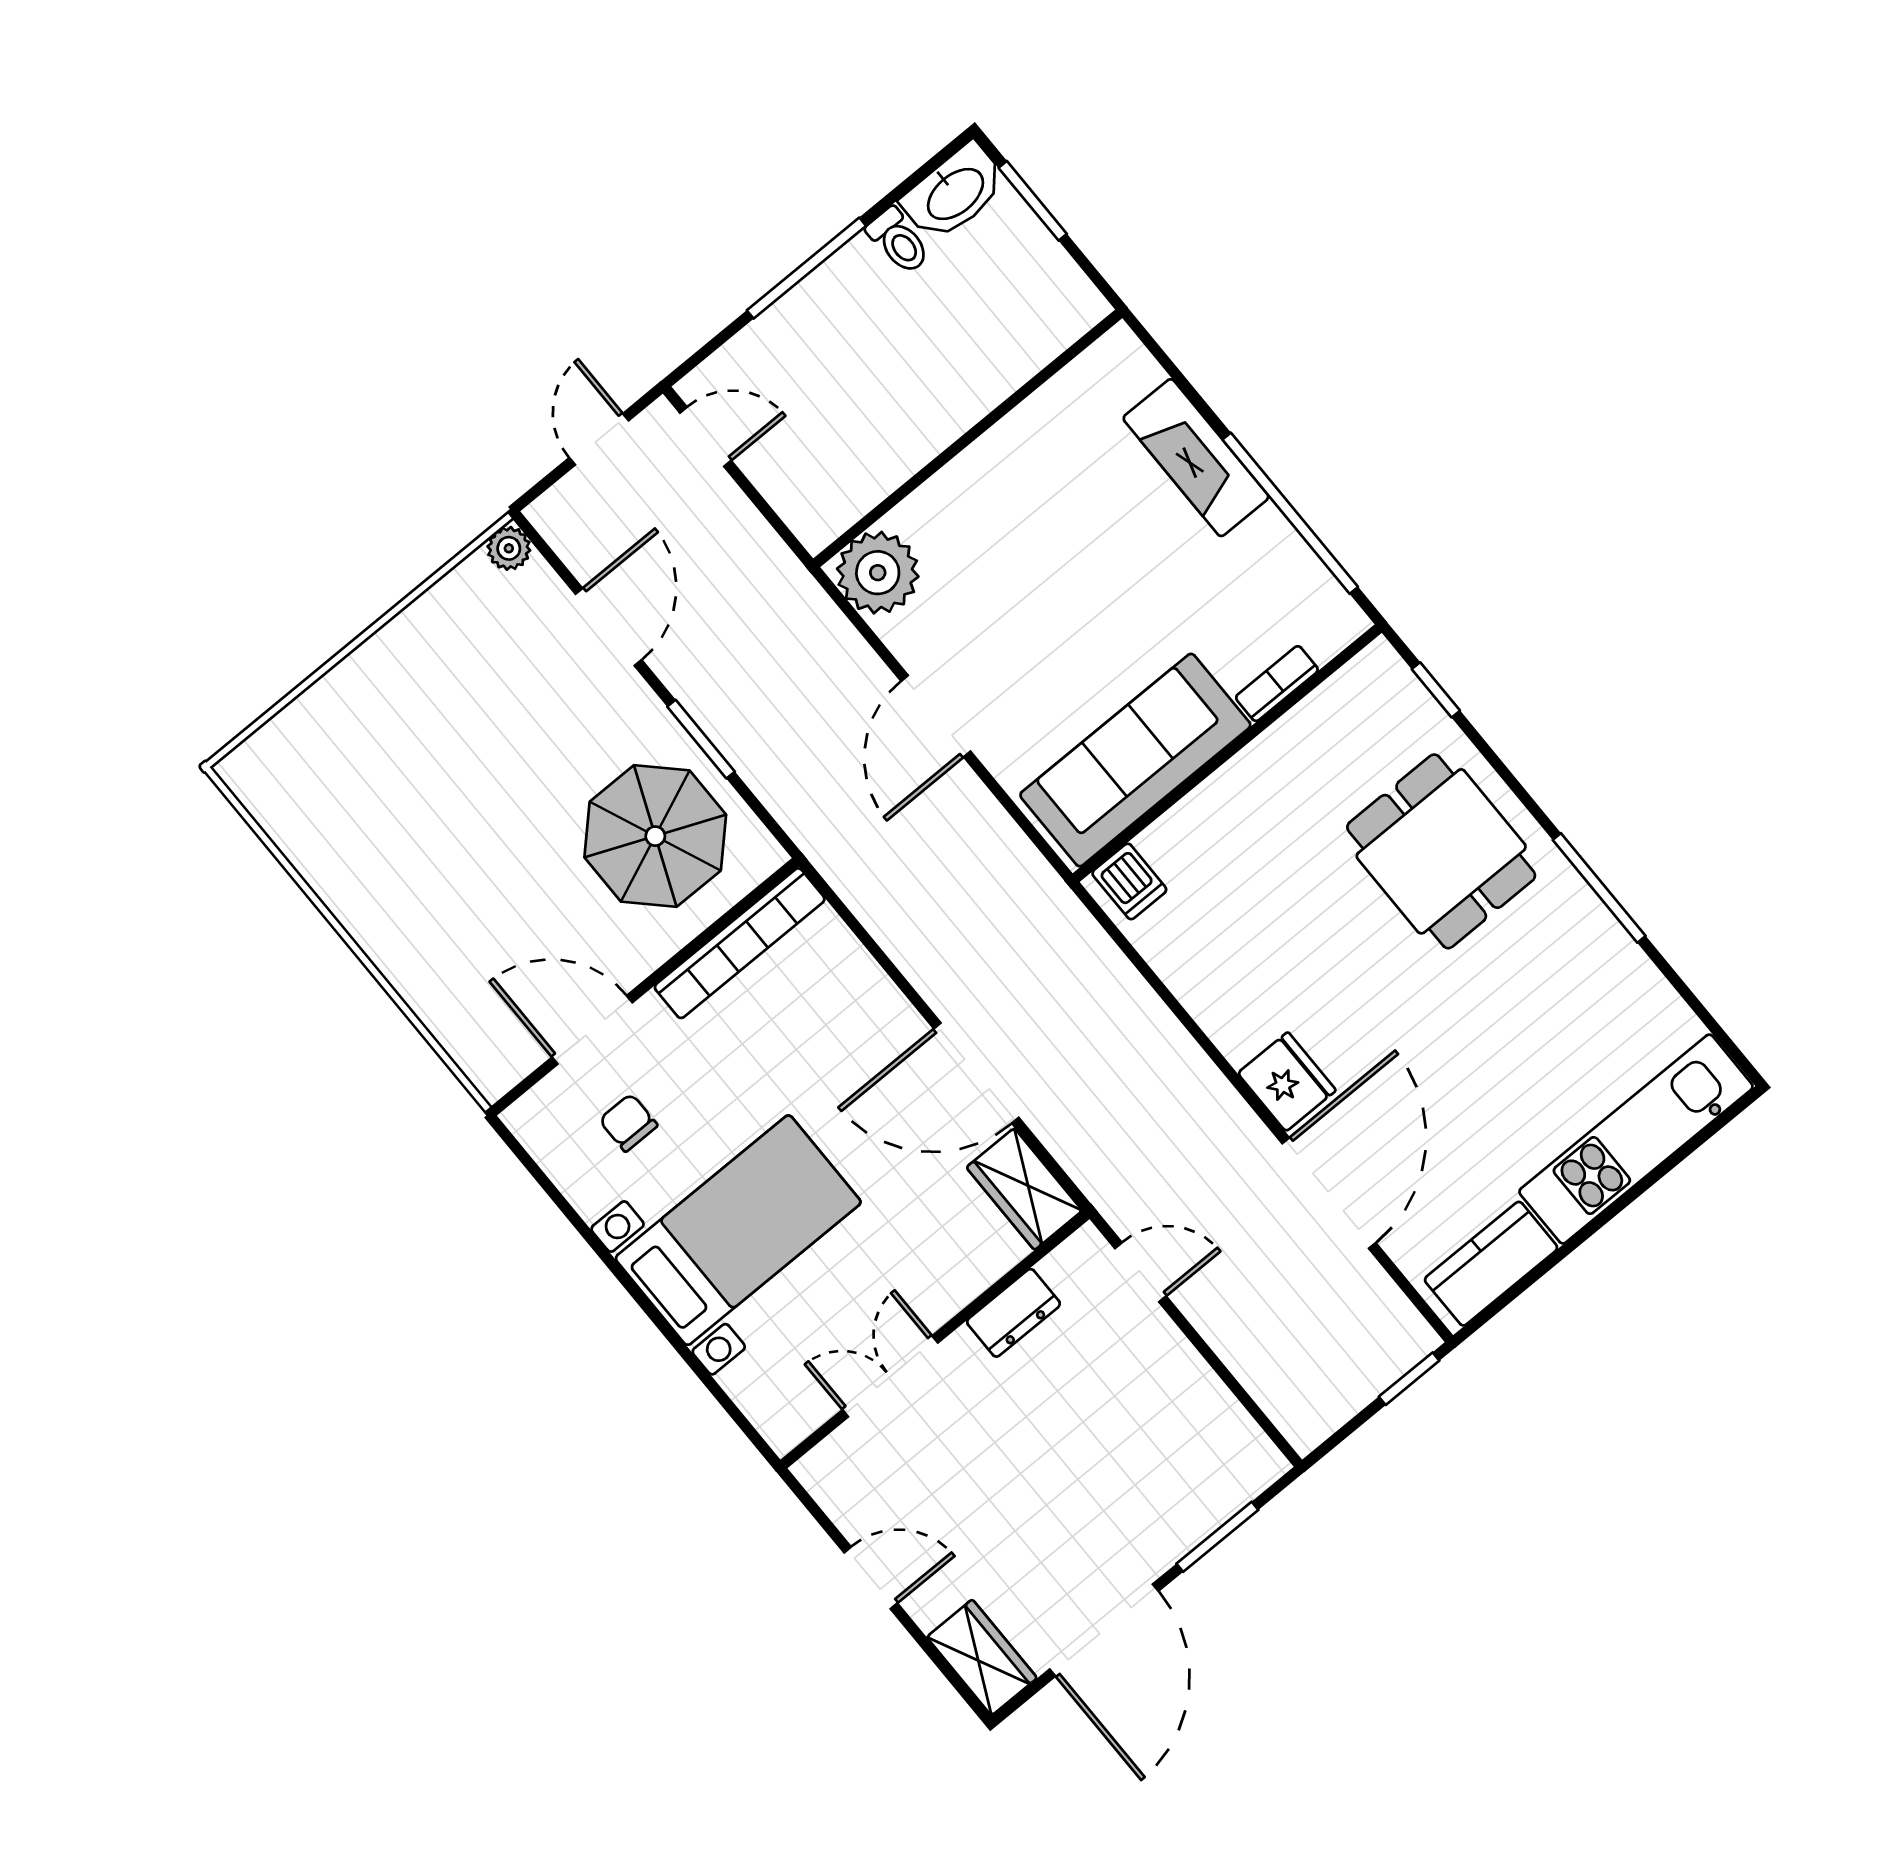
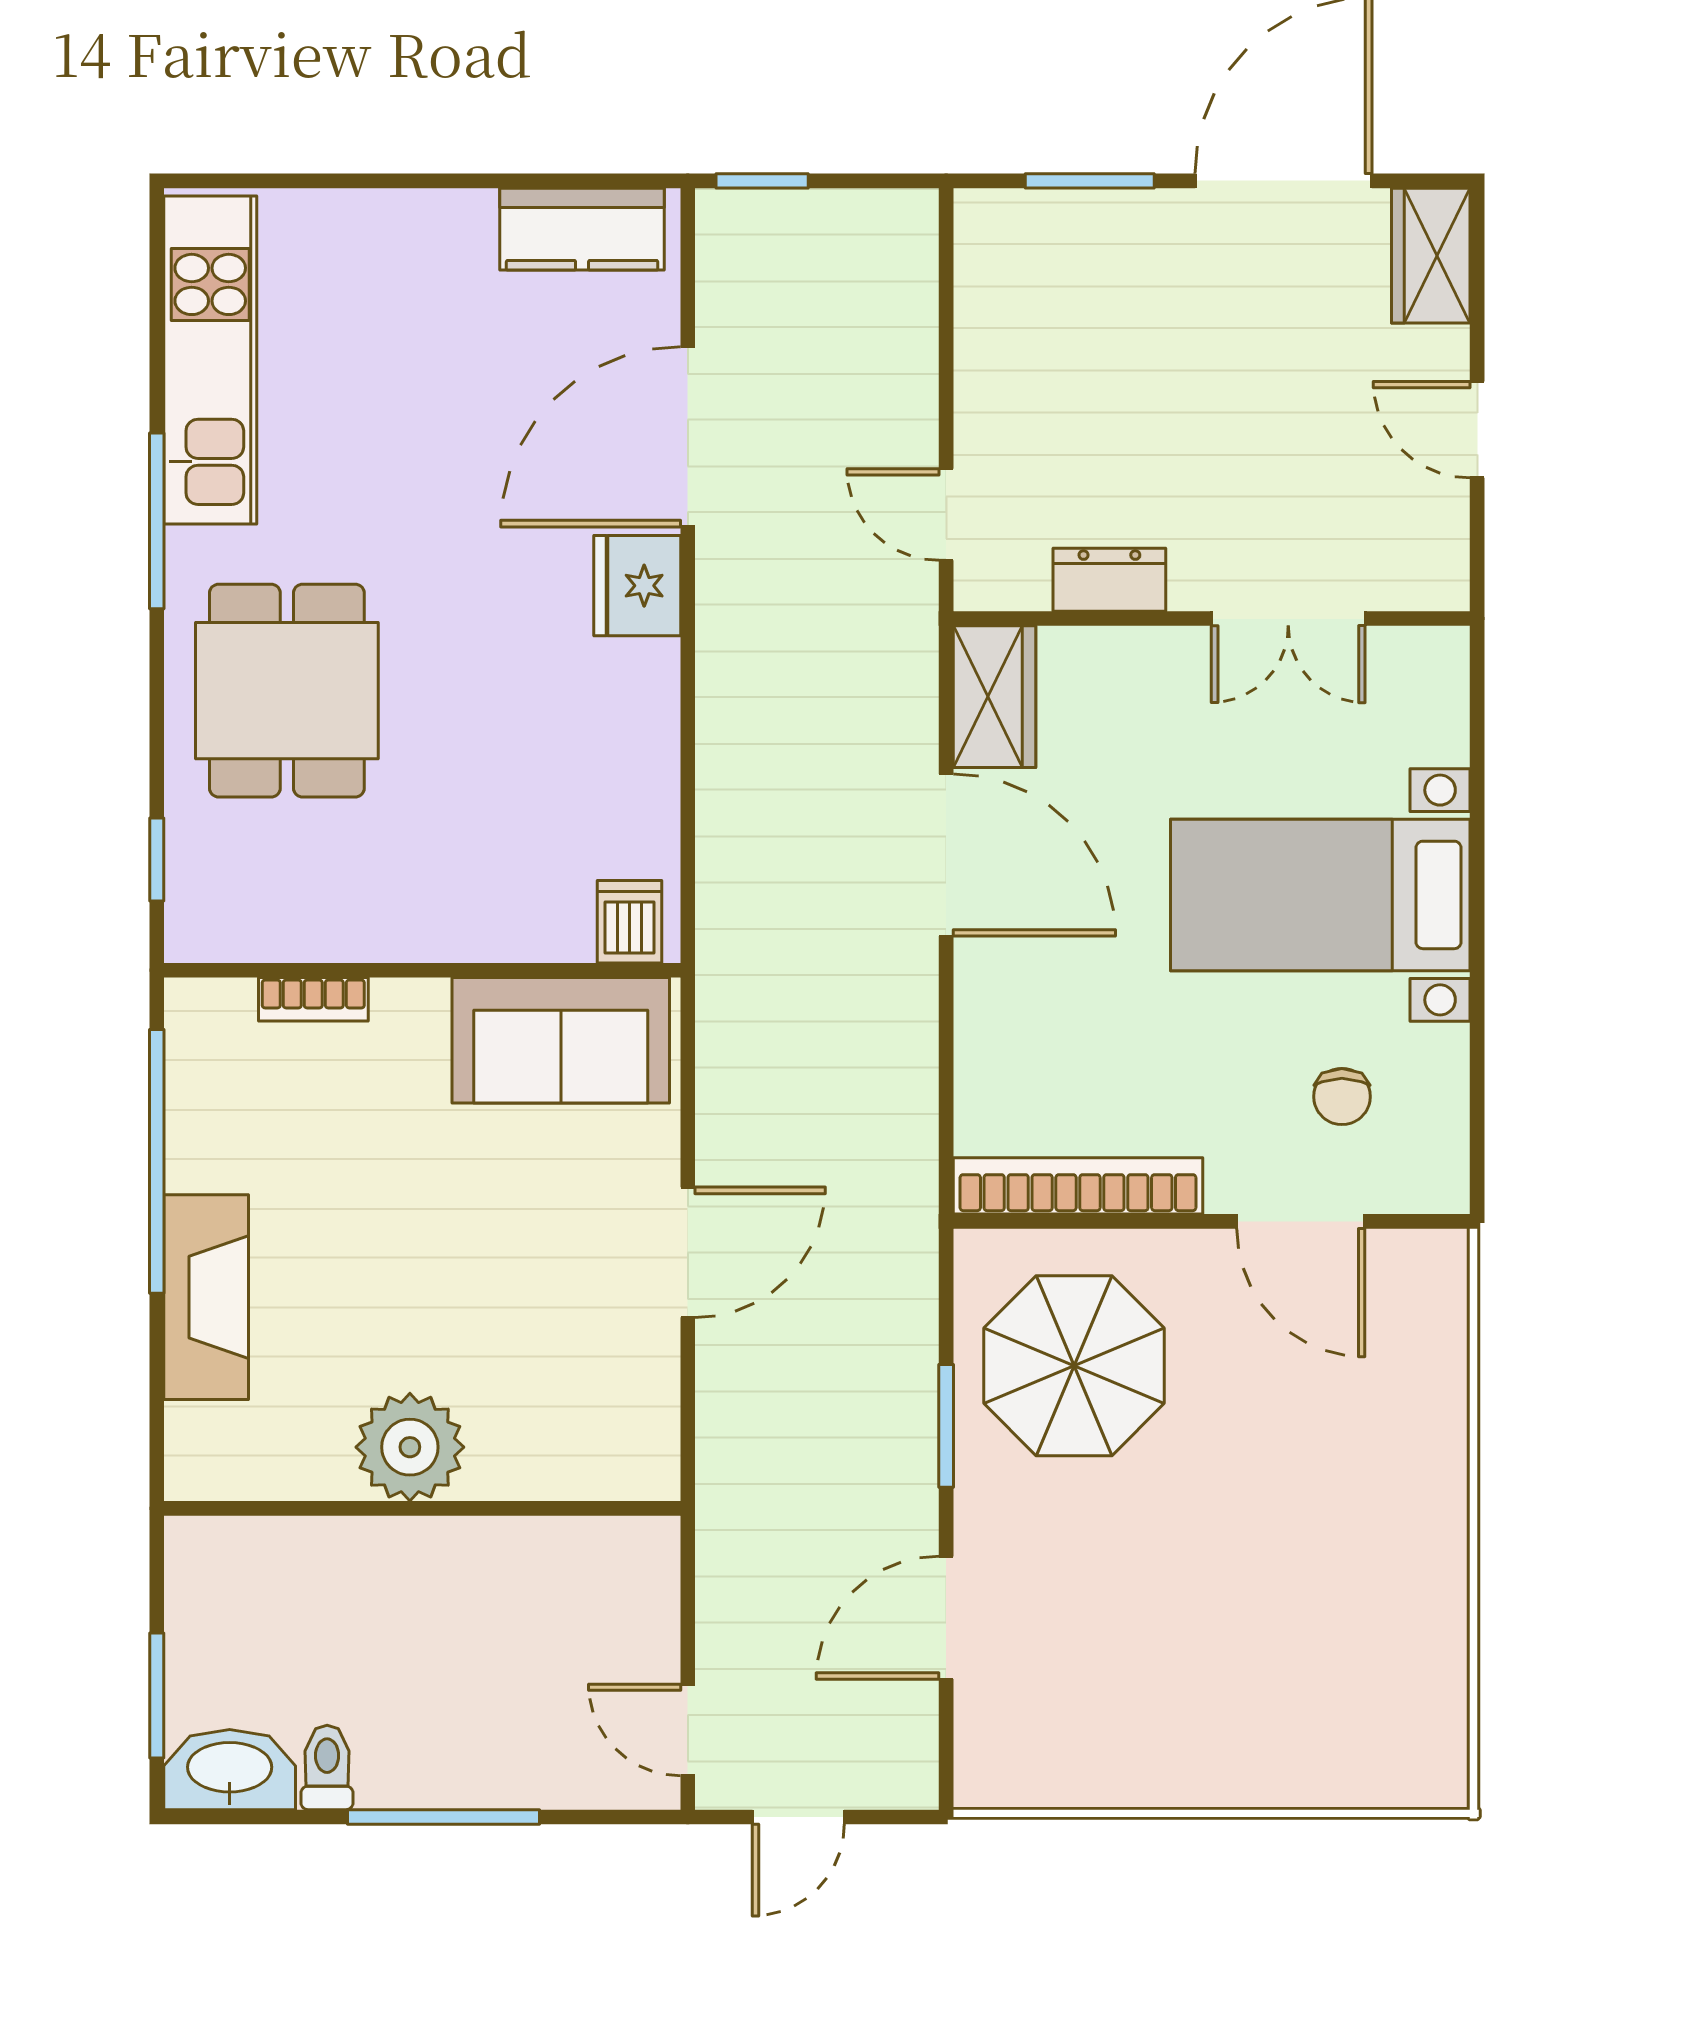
plant: (509, 548) -> (982, 1781), removed
plant: (878, 573) -> (410, 1447), moved
sofa: (1135, 760) -> (561, 1040), width x0.73
kitchen unit: (1636, 1139) -> (210, 360), moved, turned -90

